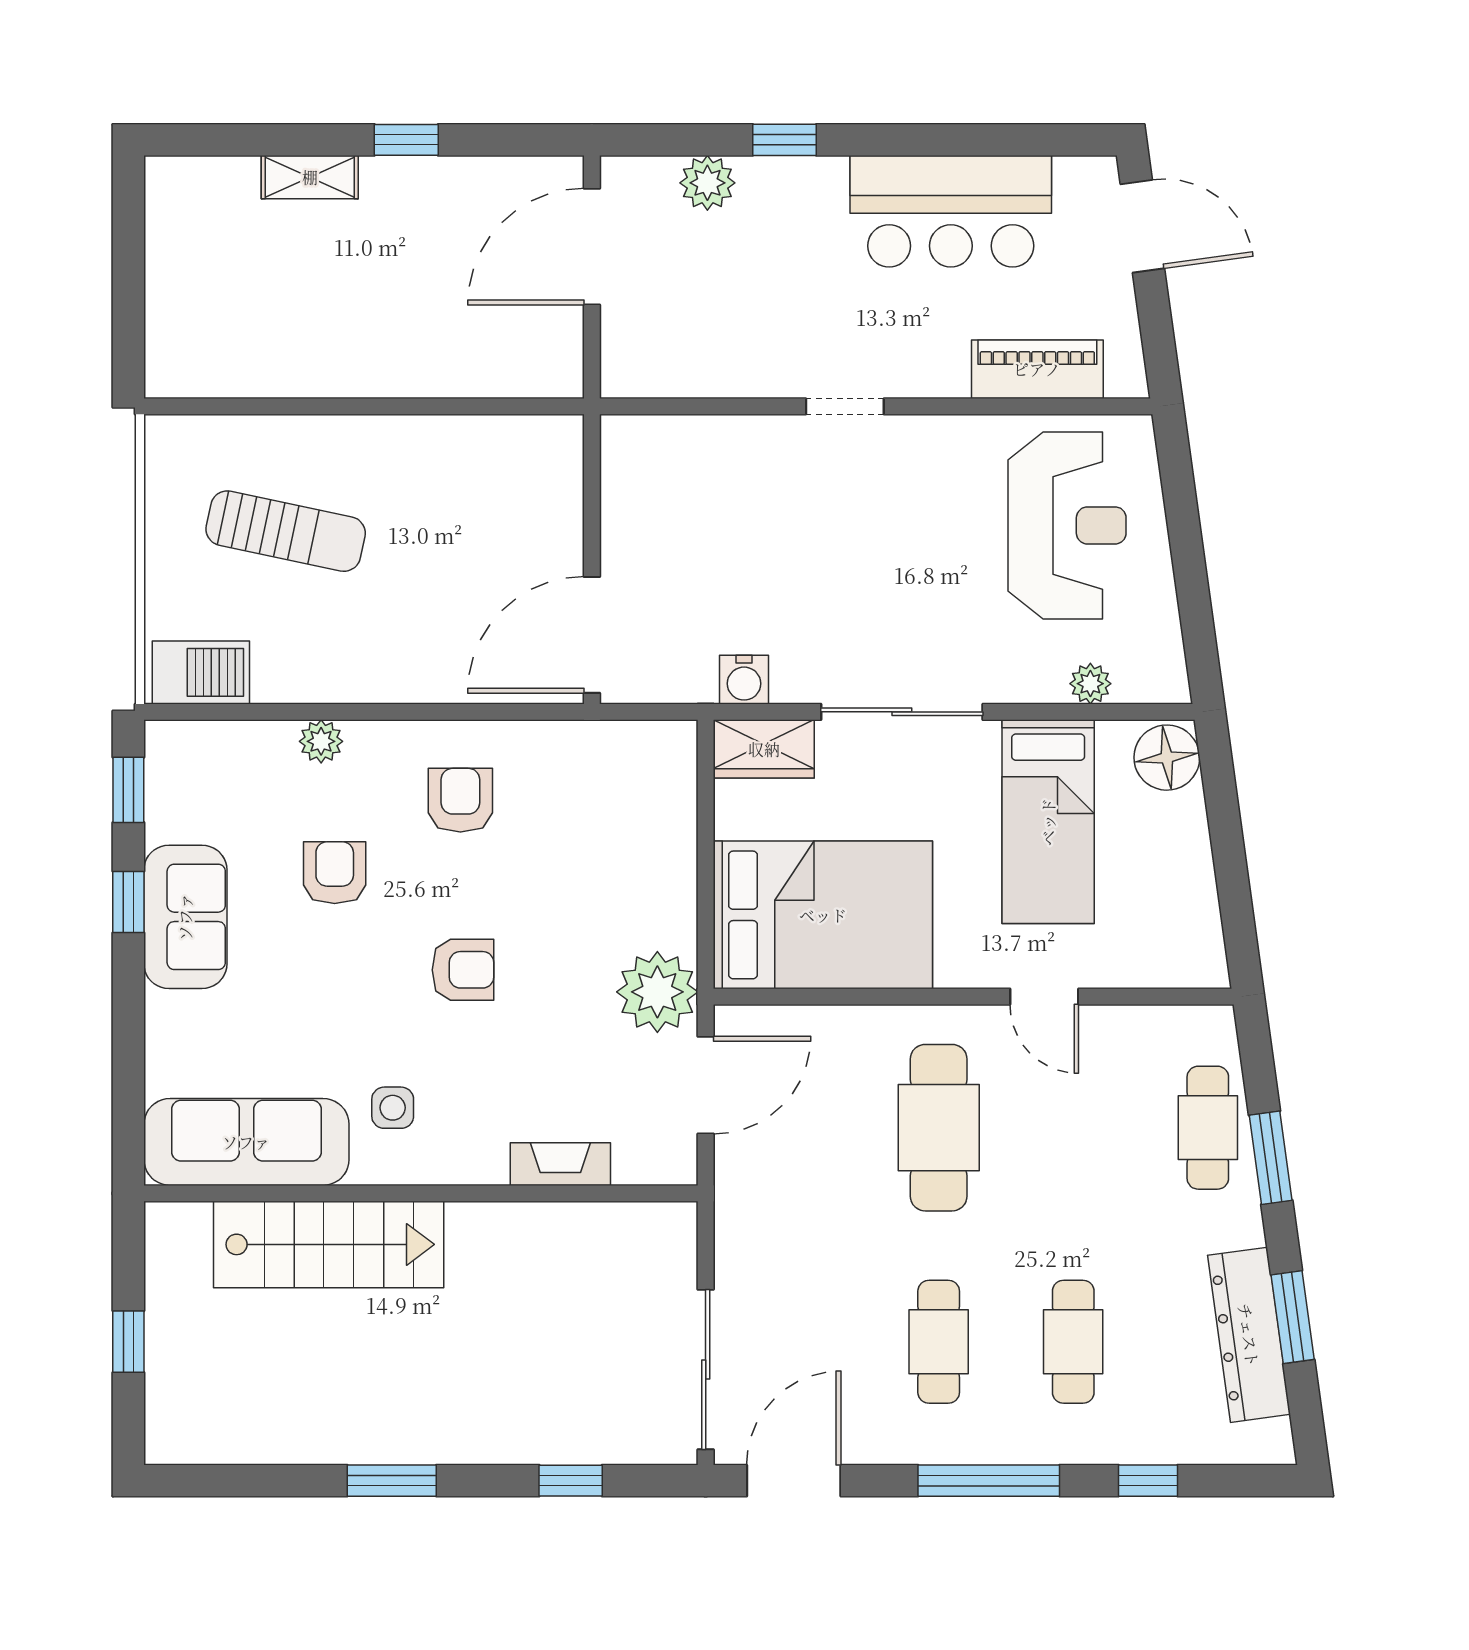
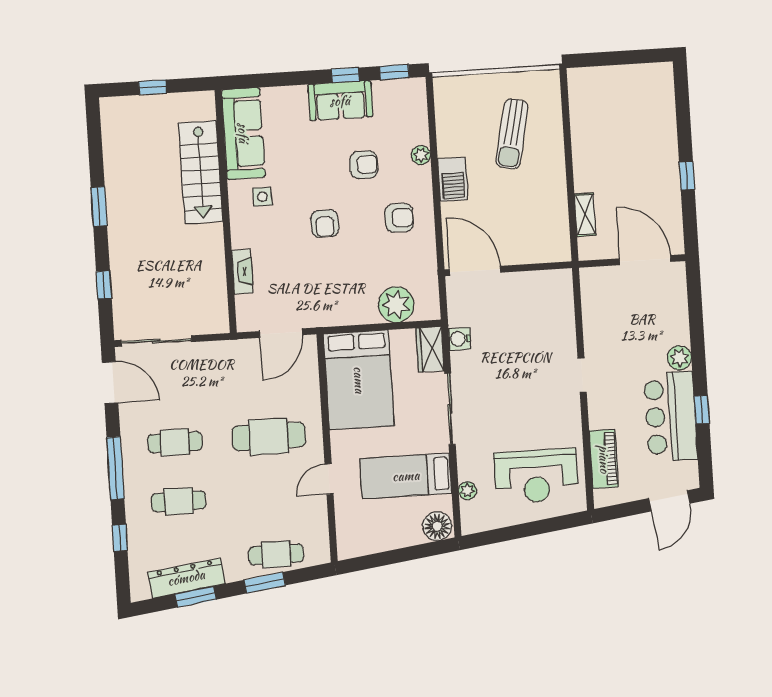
window: (785, 140) -> (702, 410), moved
shelving: (310, 177) -> (585, 215), moved
plant: (707, 183) -> (679, 358), moved
barbecue: (201, 672) -> (453, 179), moved
plant: (657, 992) -> (396, 305), moved
door: (706, 1085) -> (281, 333), hinge flipped

